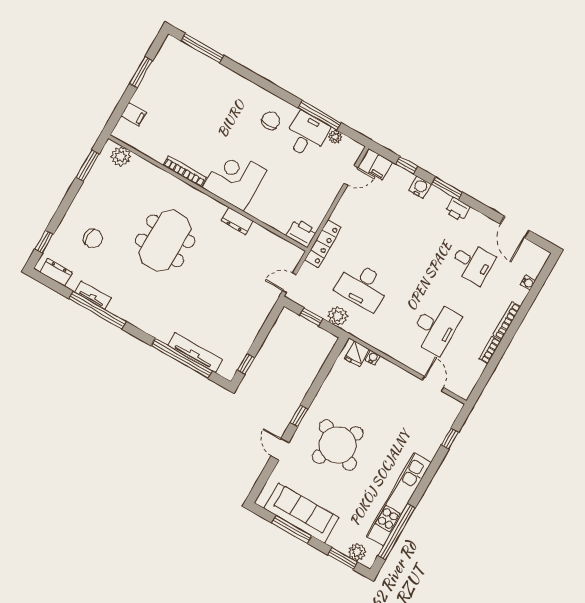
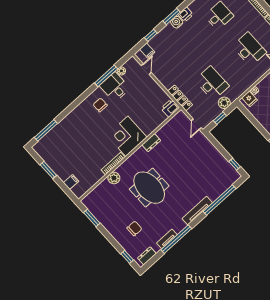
plant: (121, 156) -> (114, 178), moved
water cooler: (420, 187) -> (177, 22), moved
desk: (363, 286) -> (212, 83), turned -90
tv unit: (195, 353) -> (197, 211), moved

